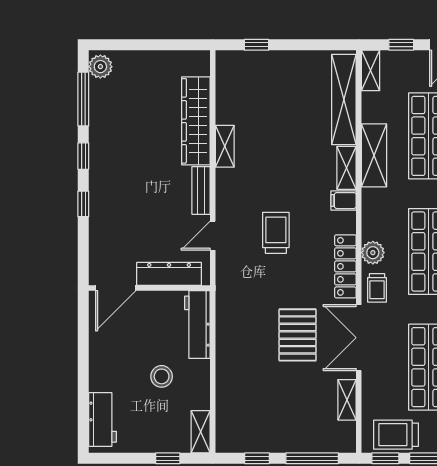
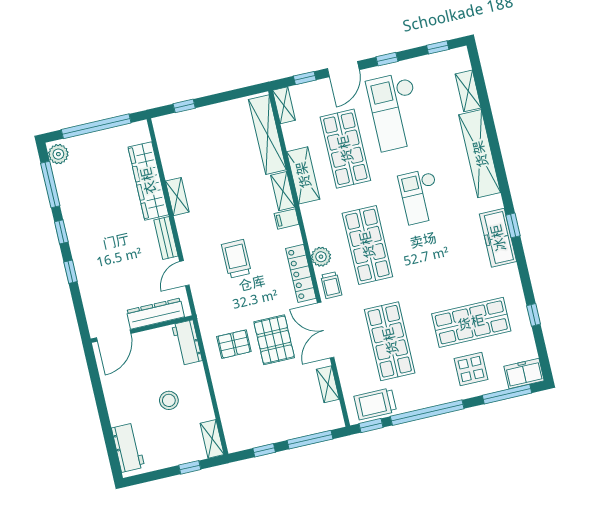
window: (151, 45) -> (96, 126), added
workbench: (197, 325) -> (187, 343), width x0.73
pallet: (251, 329) -> (234, 344), added

